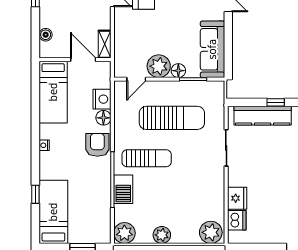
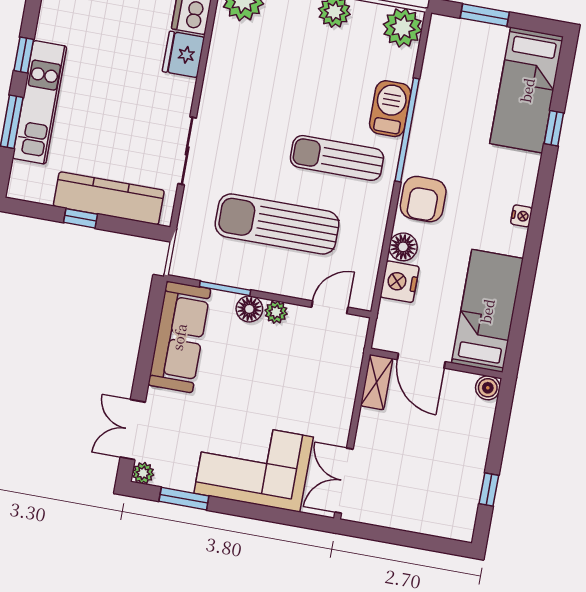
boiler: (46, 35) -> (488, 388), moved
plant: (159, 66) -> (276, 312), width x0.53, depth x0.53

